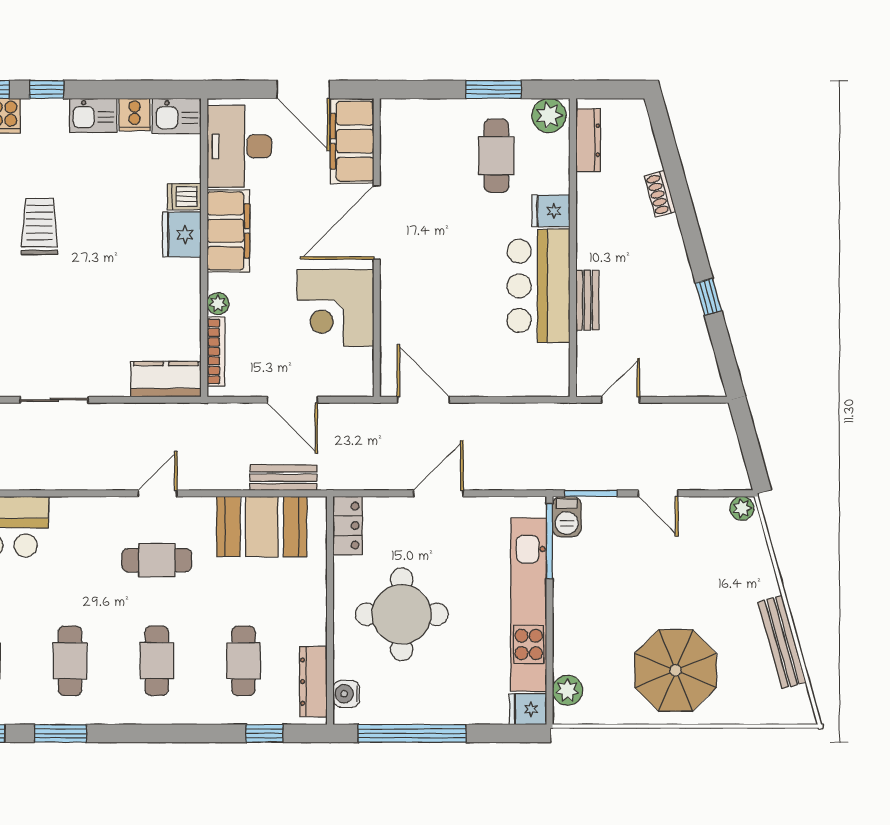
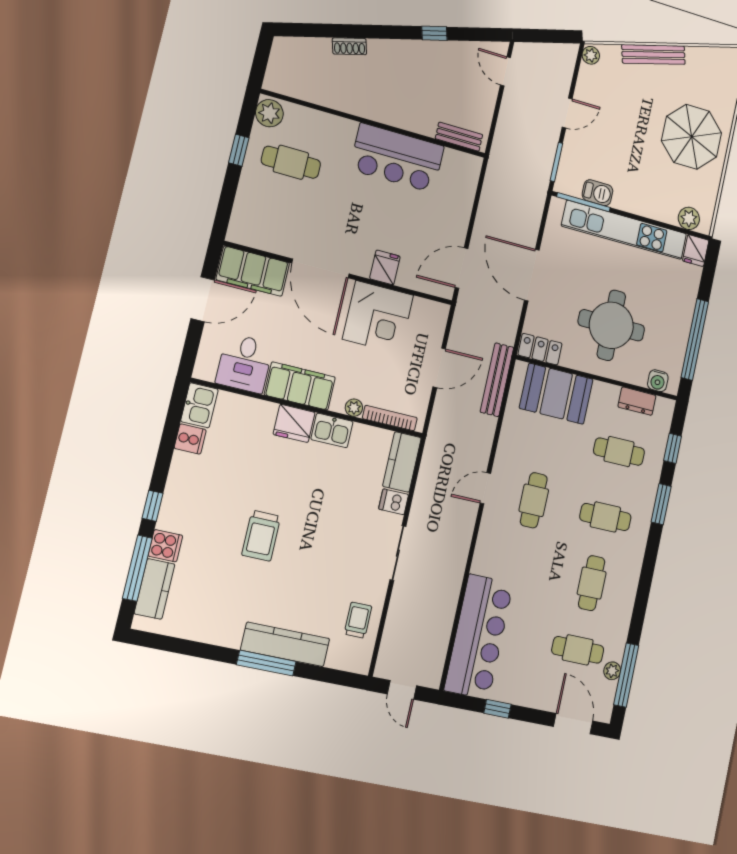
window: (493, 89) -> (239, 150), width x0.67
kitchen sink: (93, 115) -> (332, 430), moved, turned 90
dresser: (588, 140) -> (296, 89), removed
desk: (239, 146) -> (244, 363), width x0.73
dishwasher: (184, 197) -> (394, 502), moved, turned 90
fridge: (551, 211) -> (385, 267), moved, turned 180
trolley: (39, 227) -> (261, 536), turned -90
bench: (587, 300) -> (459, 137), moved
door: (620, 400) -> (505, 71), moved
bench: (283, 478) -> (497, 380), width x1.36
door: (158, 493) -> (485, 488), hinge flipped
door: (438, 493) -> (532, 275), width x1.36
barbecue: (567, 517) -> (597, 193), moved
booth: (262, 527) -> (556, 394), moved, turned 90
bench: (782, 642) -> (653, 55), moved
cafe table: (70, 661) -> (592, 583), turned 90
dresser: (313, 682) -> (637, 401), width x0.70
window: (60, 733) -> (661, 504), moved

